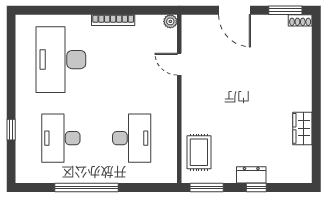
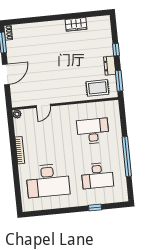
dresser: (251, 175) -> (110, 66), moved

